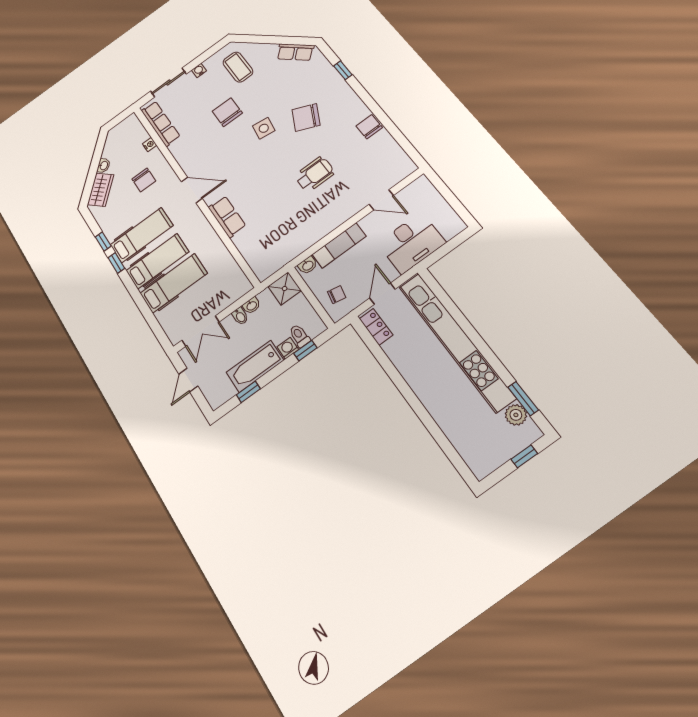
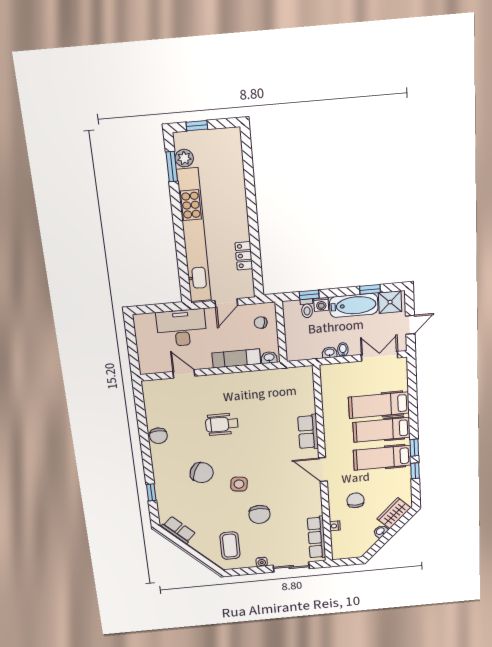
shower: (285, 288) -> (390, 302), moved
locker: (376, 327) -> (244, 256), moved

